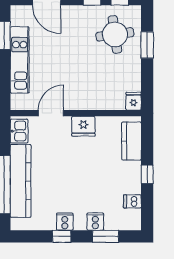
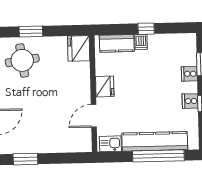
kitchen unit: (20, 60) -> (47, 145), removed
fridge: (134, 101) -> (79, 48), width x1.88, depth x1.34
door: (51, 113) -> (94, 116), hinge flipped
dishwasher: (132, 201) -> (141, 42), moved

